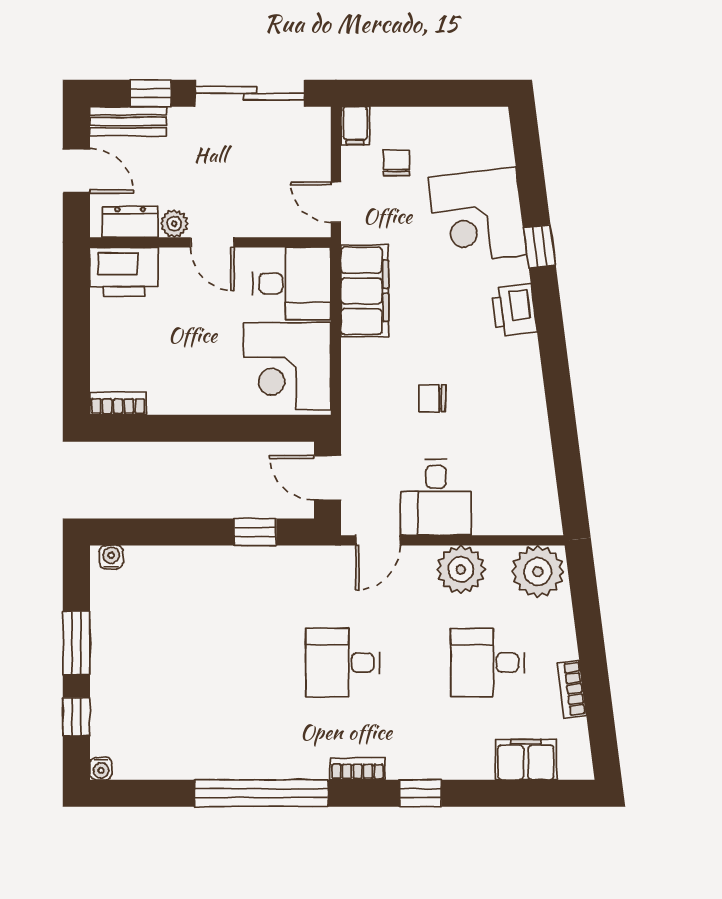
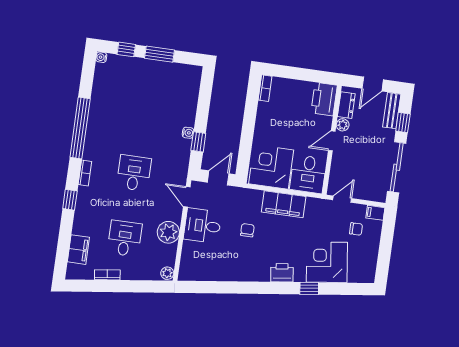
filing cabinet: (365, 291) -> (284, 204), moved
water cooler: (111, 557) -> (188, 133), moved
plant: (538, 572) -> (167, 273), width x0.53, depth x0.53

